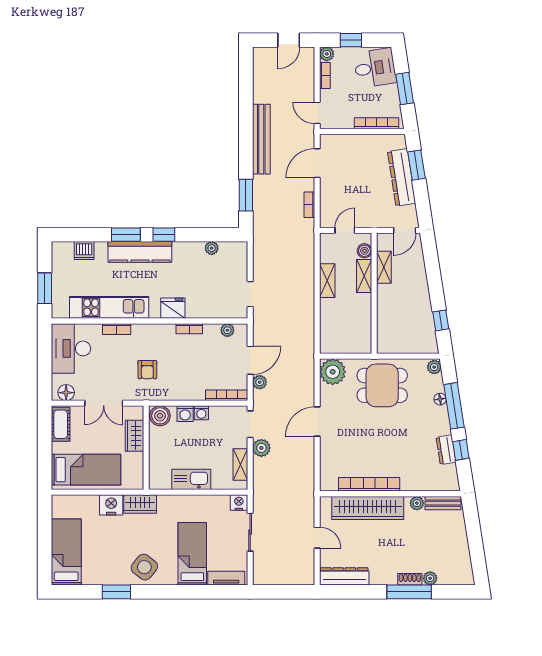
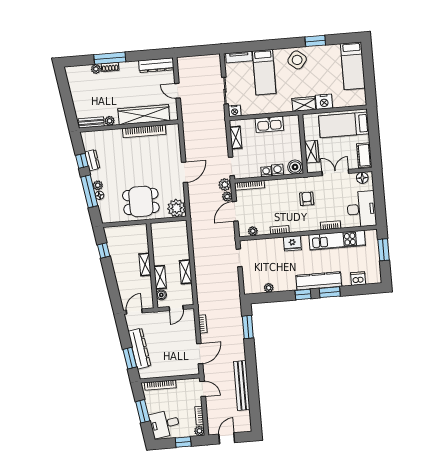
bench: (261, 139) -> (242, 386), moved
shelving: (384, 267) -> (145, 264), moved
plant: (434, 367) -> (98, 185), moved
plant: (261, 448) -> (225, 185), moved

